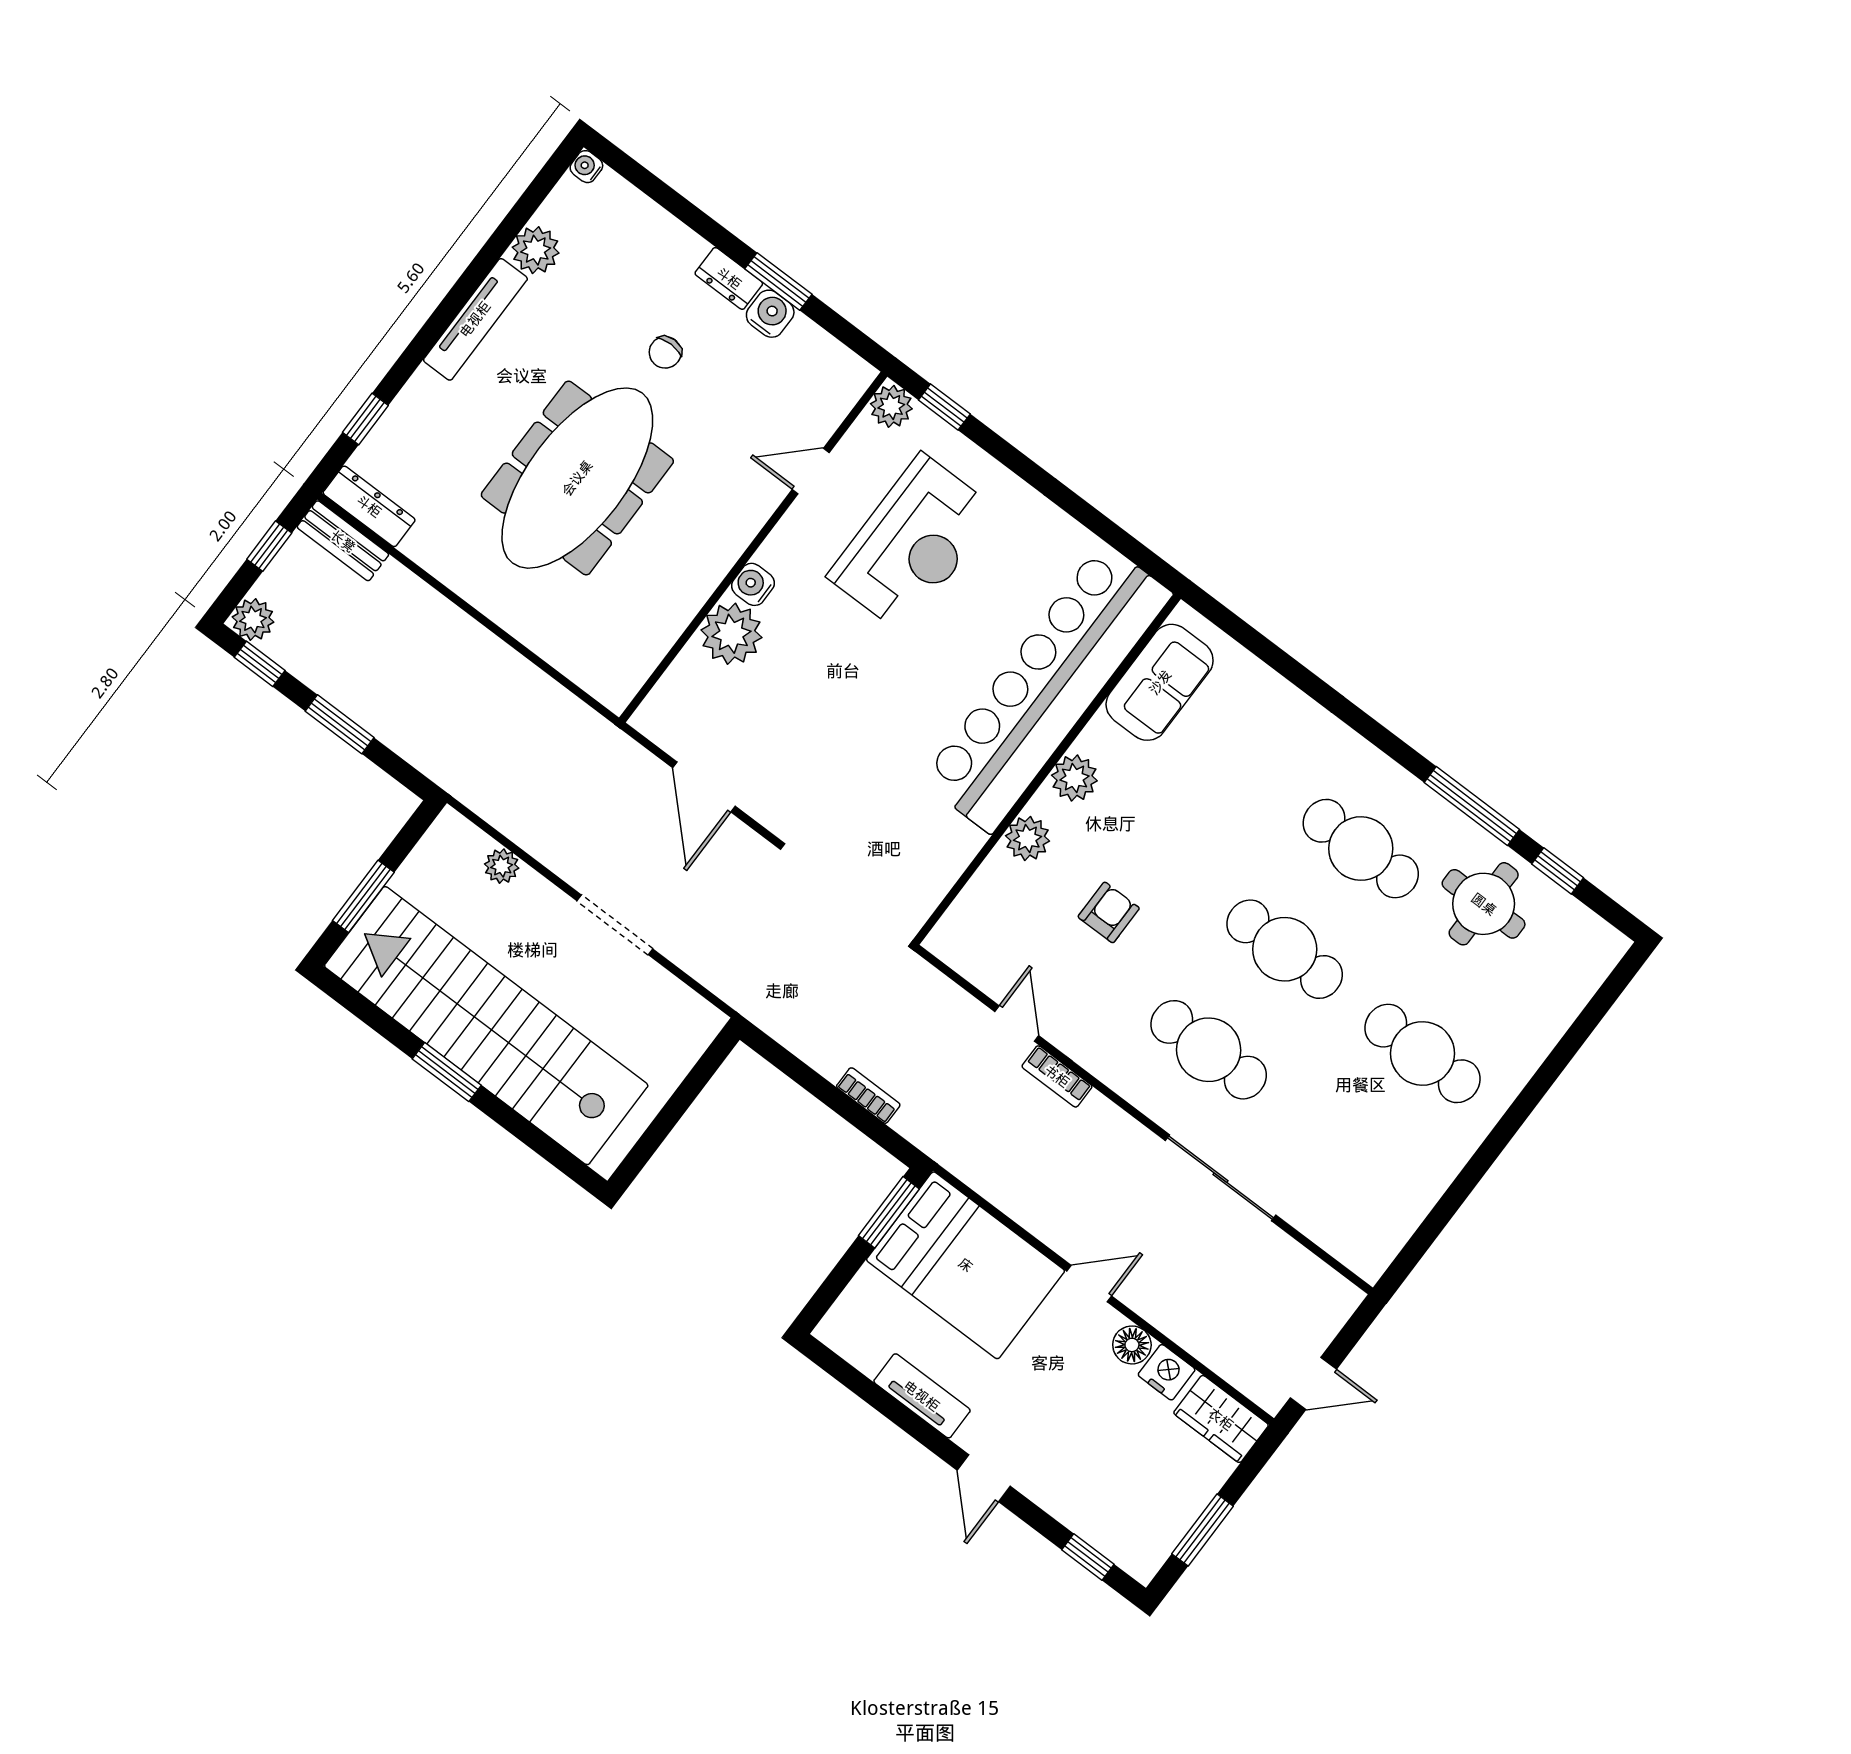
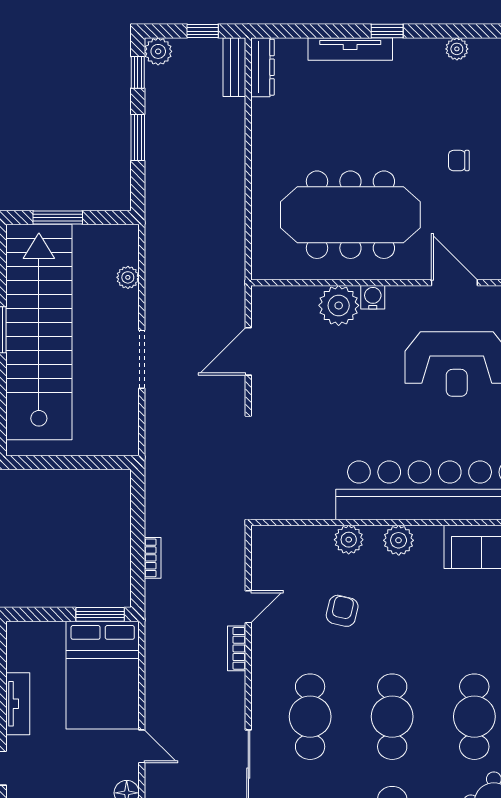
plant: (536, 250) -> (457, 49), width x0.73, depth x0.73
tv unit: (475, 319) -> (350, 49), moved
window: (365, 419) -> (387, 31), moved
door: (811, 471) -> (454, 283), width x1.38
meeting table: (577, 478) -> (350, 215), moved
armchair: (1109, 912) -> (342, 611), turned -77

